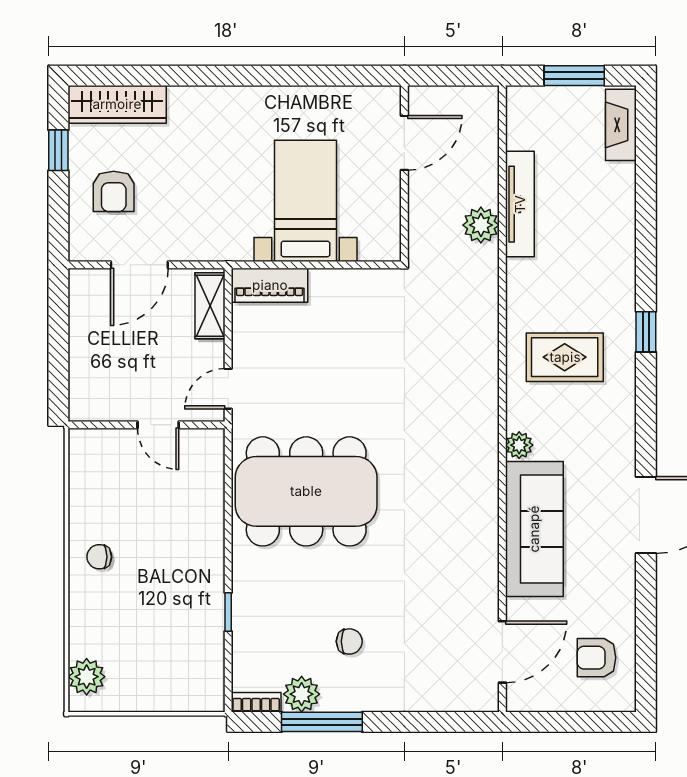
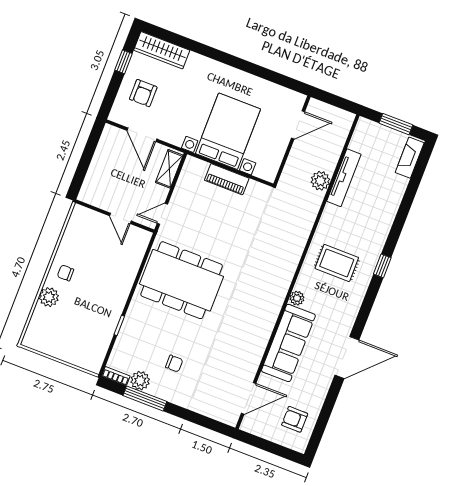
bed with nightstands: (305, 201) -> (228, 131), width x1.36
door: (139, 265) -> (142, 135), hinge flipped
piano: (270, 285) -> (227, 179), moved
plant: (87, 677) -> (49, 297), moved

